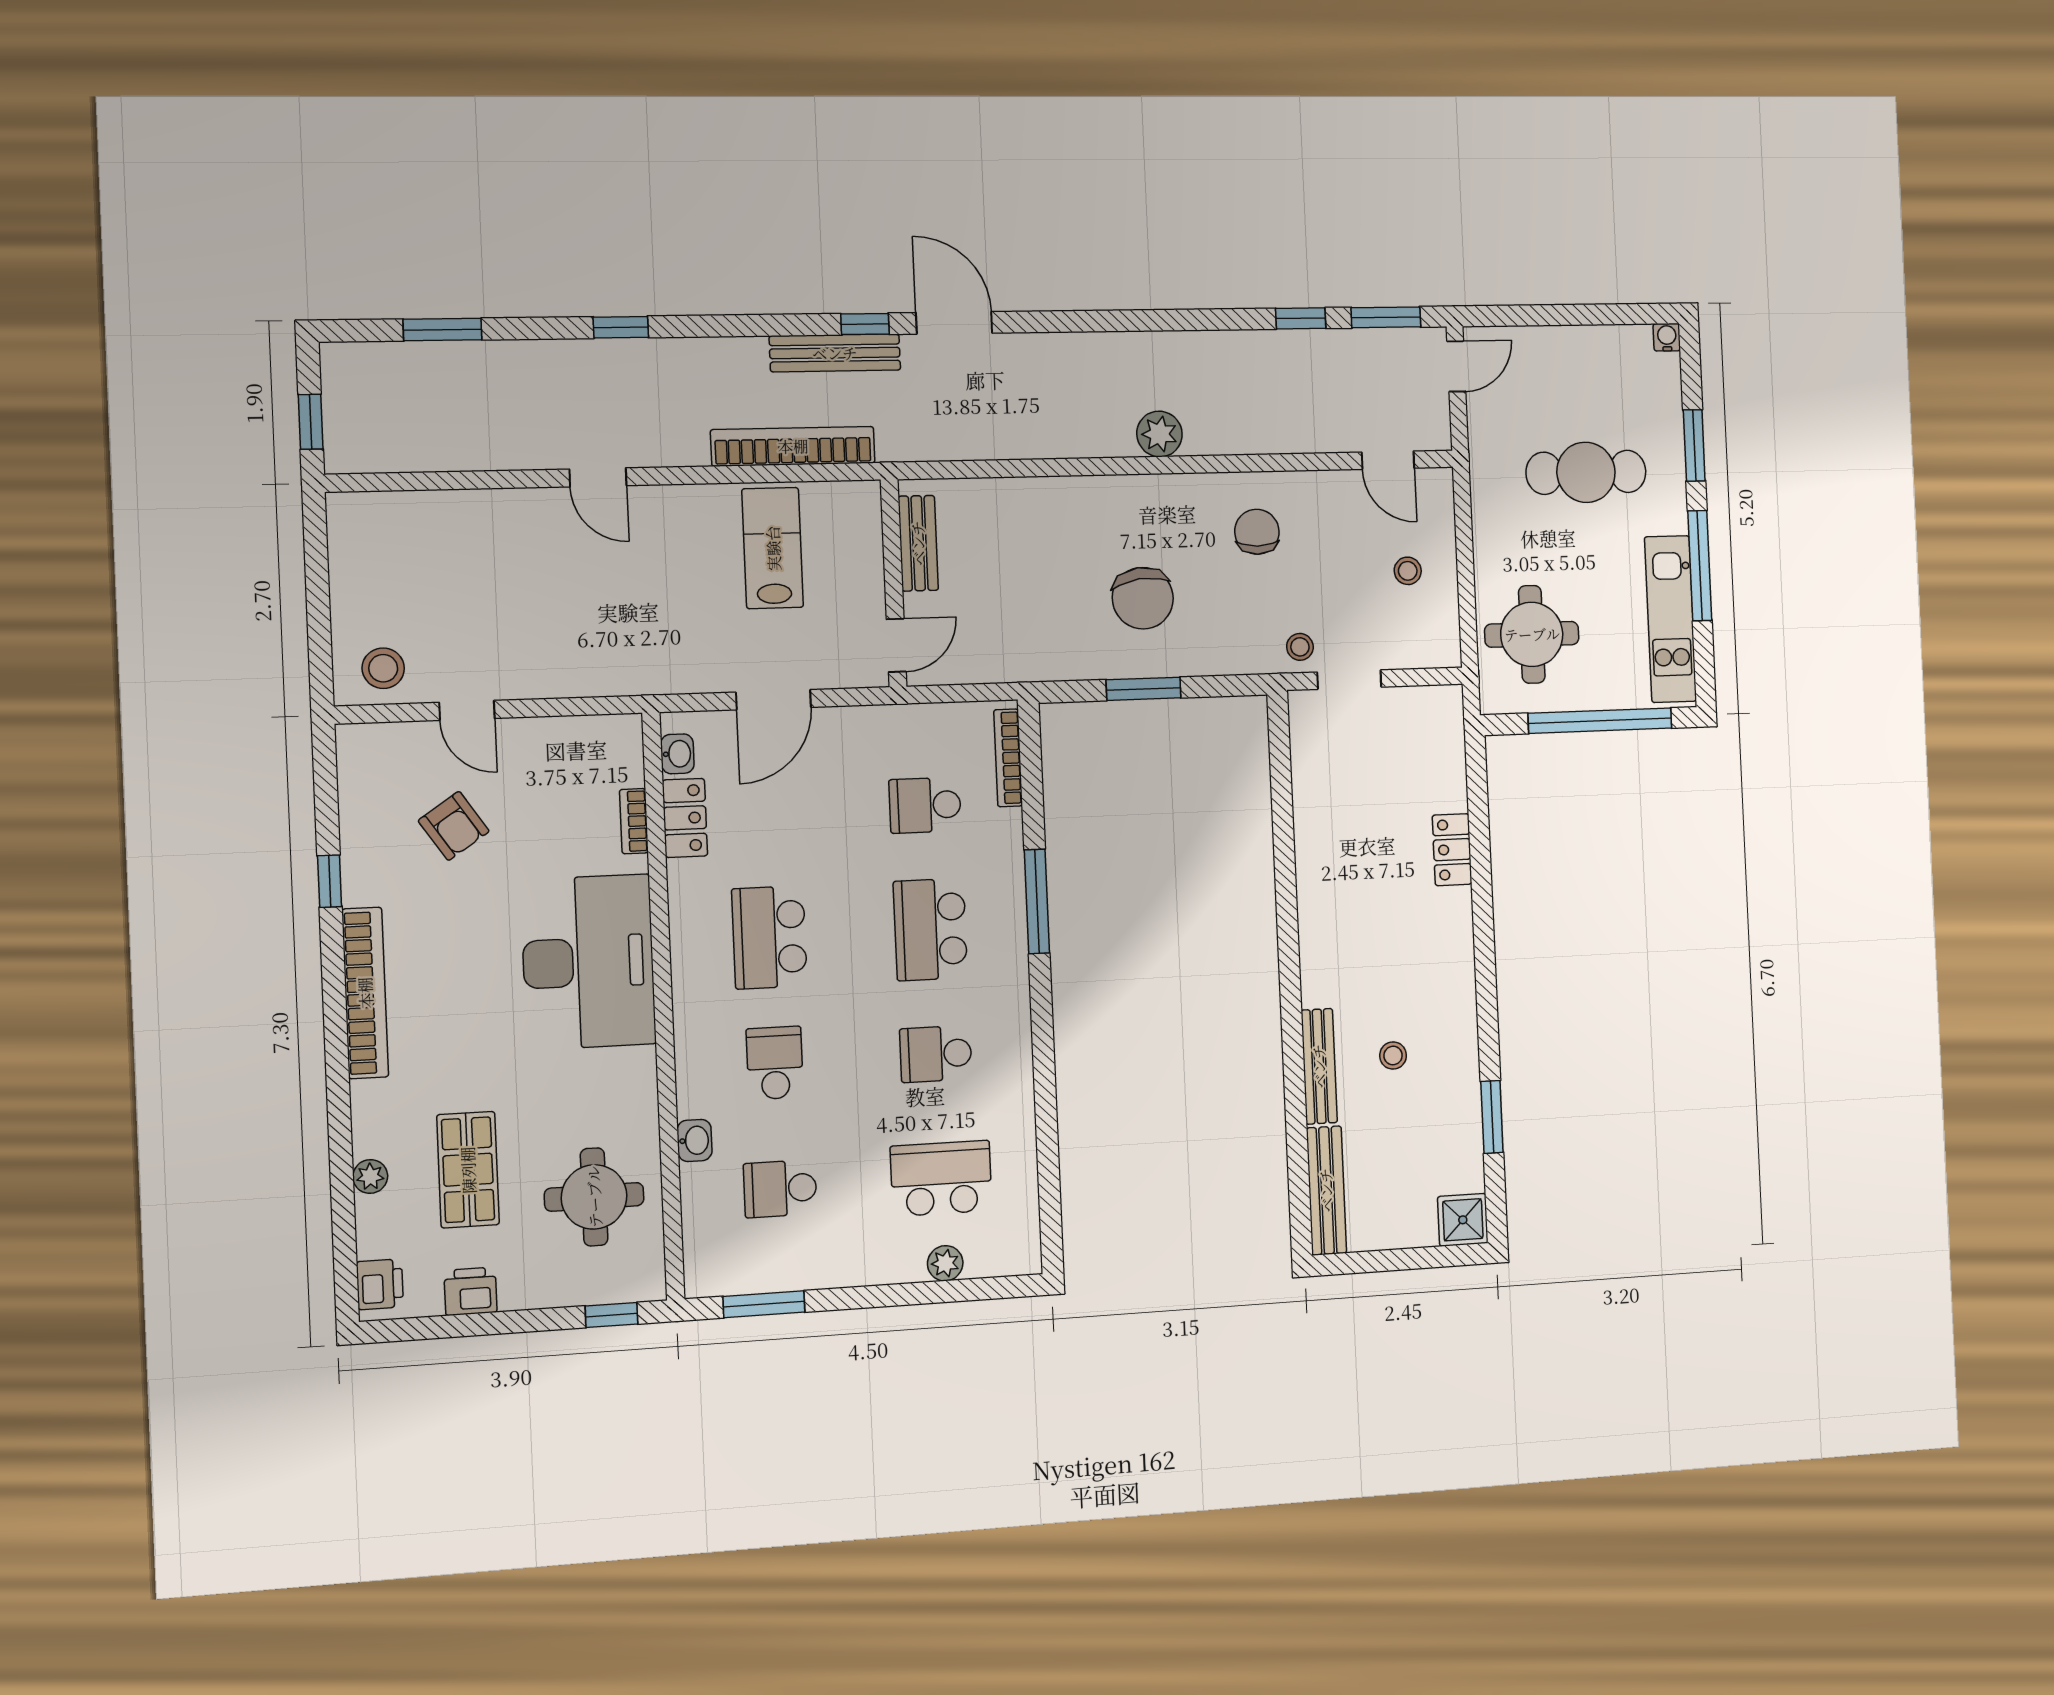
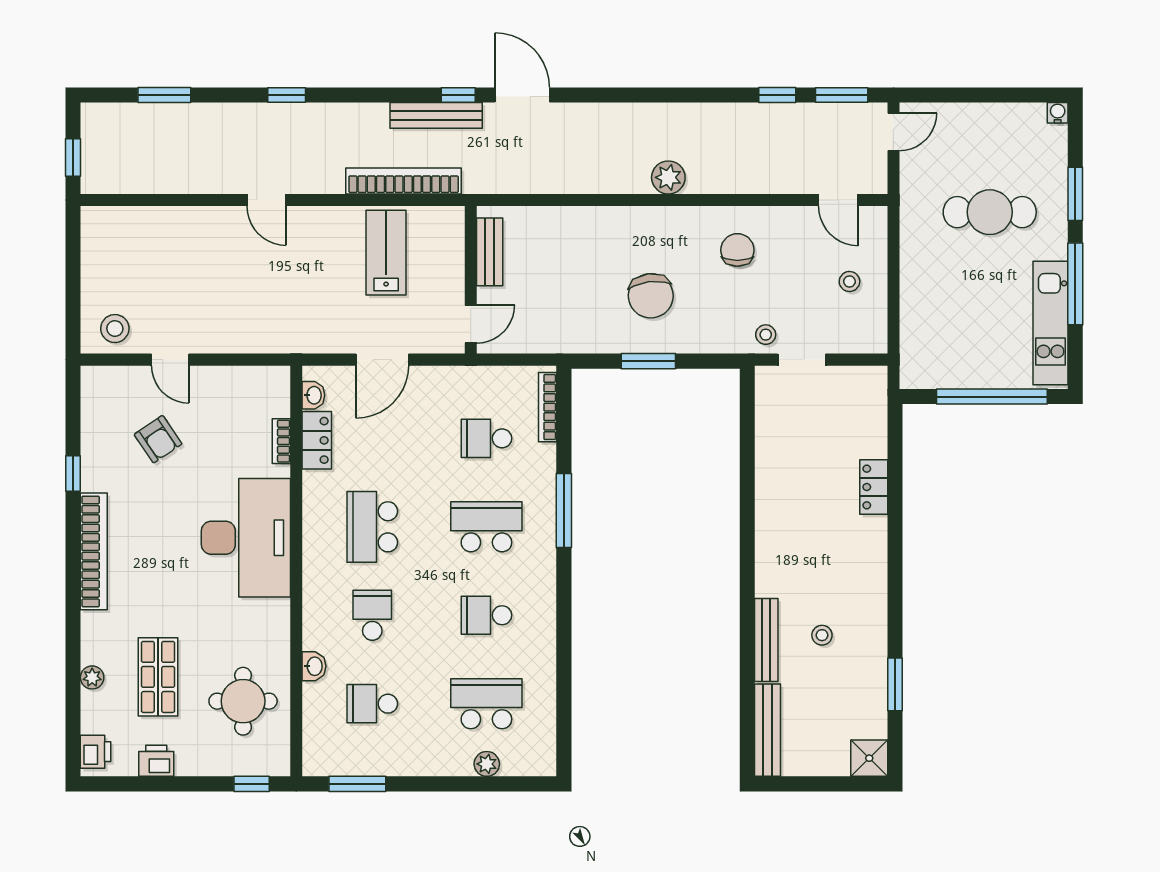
round table: (1532, 634) -> (942, 331), removed
school desk: (930, 929) -> (486, 527), turned 90

